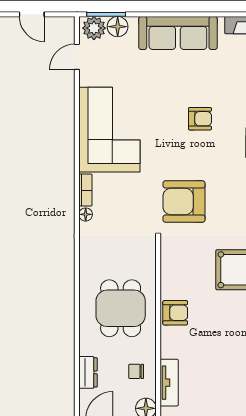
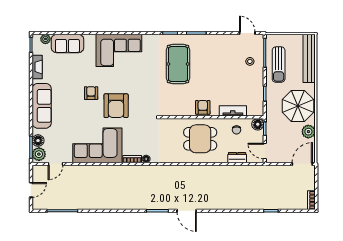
door: (77, 57) -> (55, 164), hinge flipped
armchair: (184, 202) -> (116, 106), moved
tv unit: (169, 383) -> (233, 111), moved

